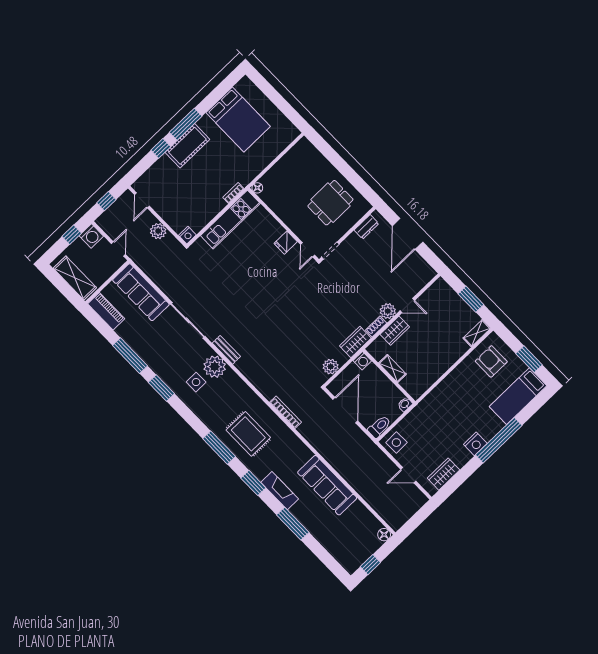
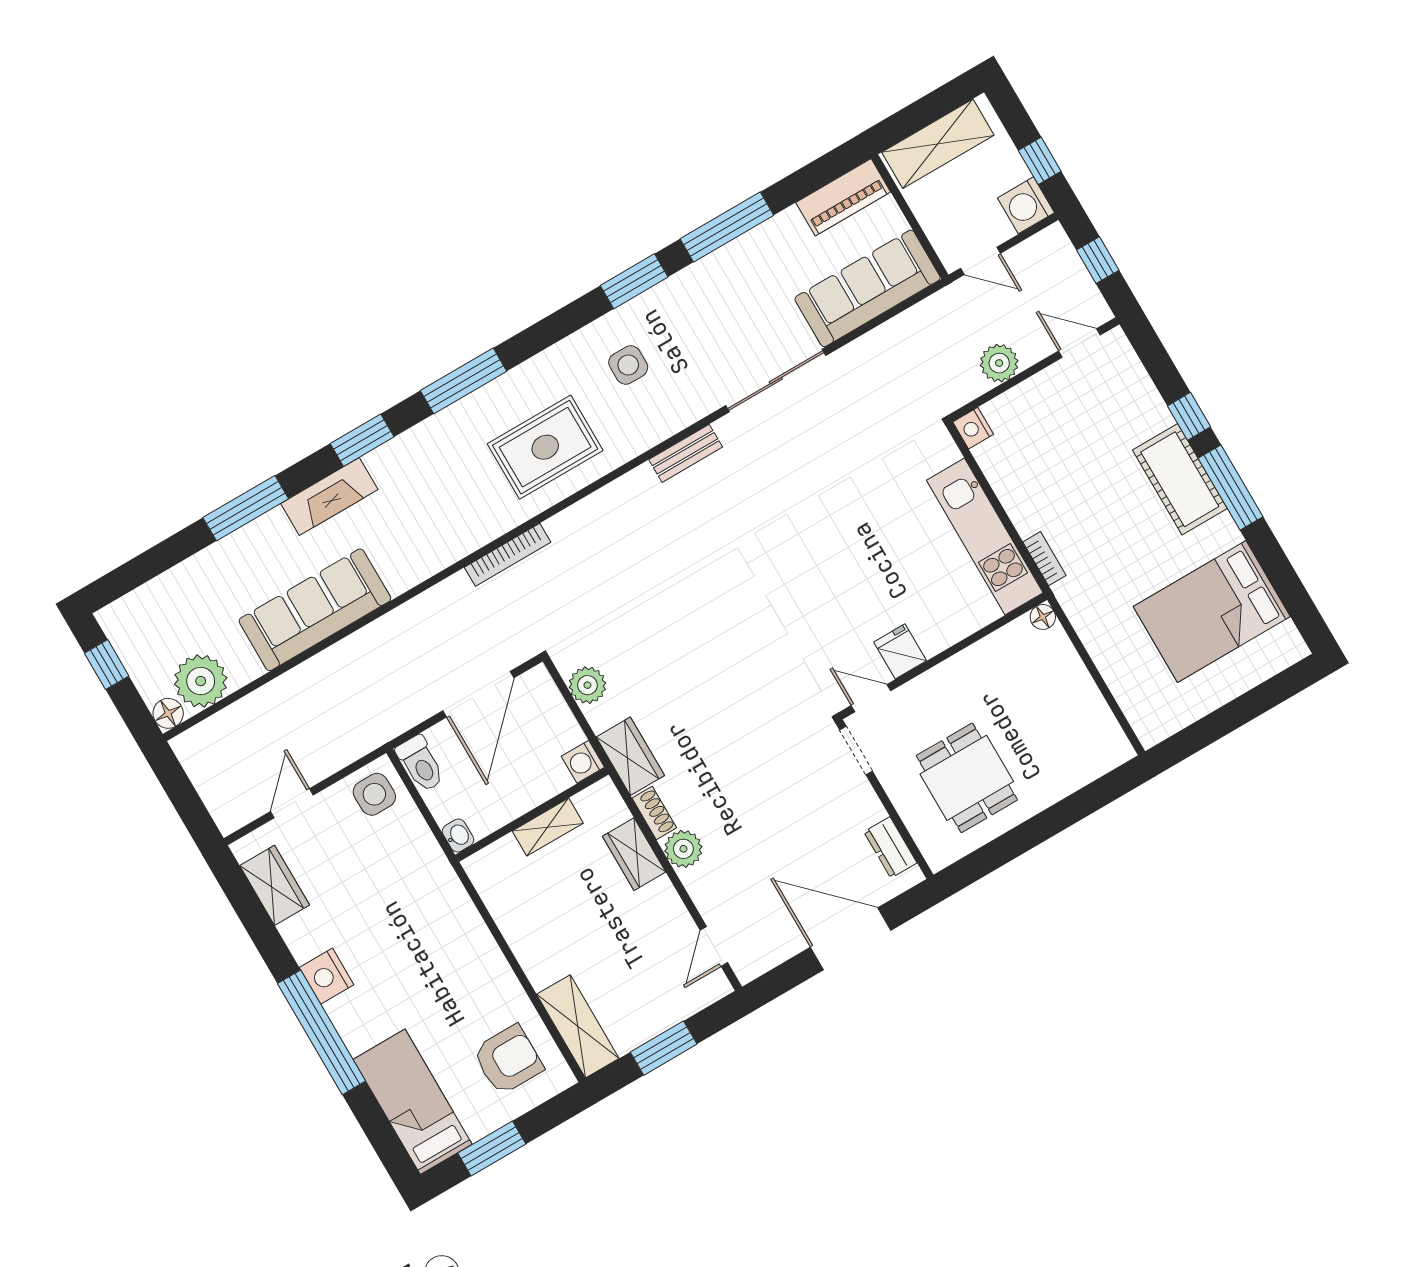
door: (407, 305) -> (714, 946), moved
shelving: (477, 333) -> (578, 1026), width x1.50, depth x1.33
plant: (215, 367) -> (201, 681), moved
door: (345, 410) -> (478, 694), hinge flipped
rug: (248, 434) -> (545, 447), moved

